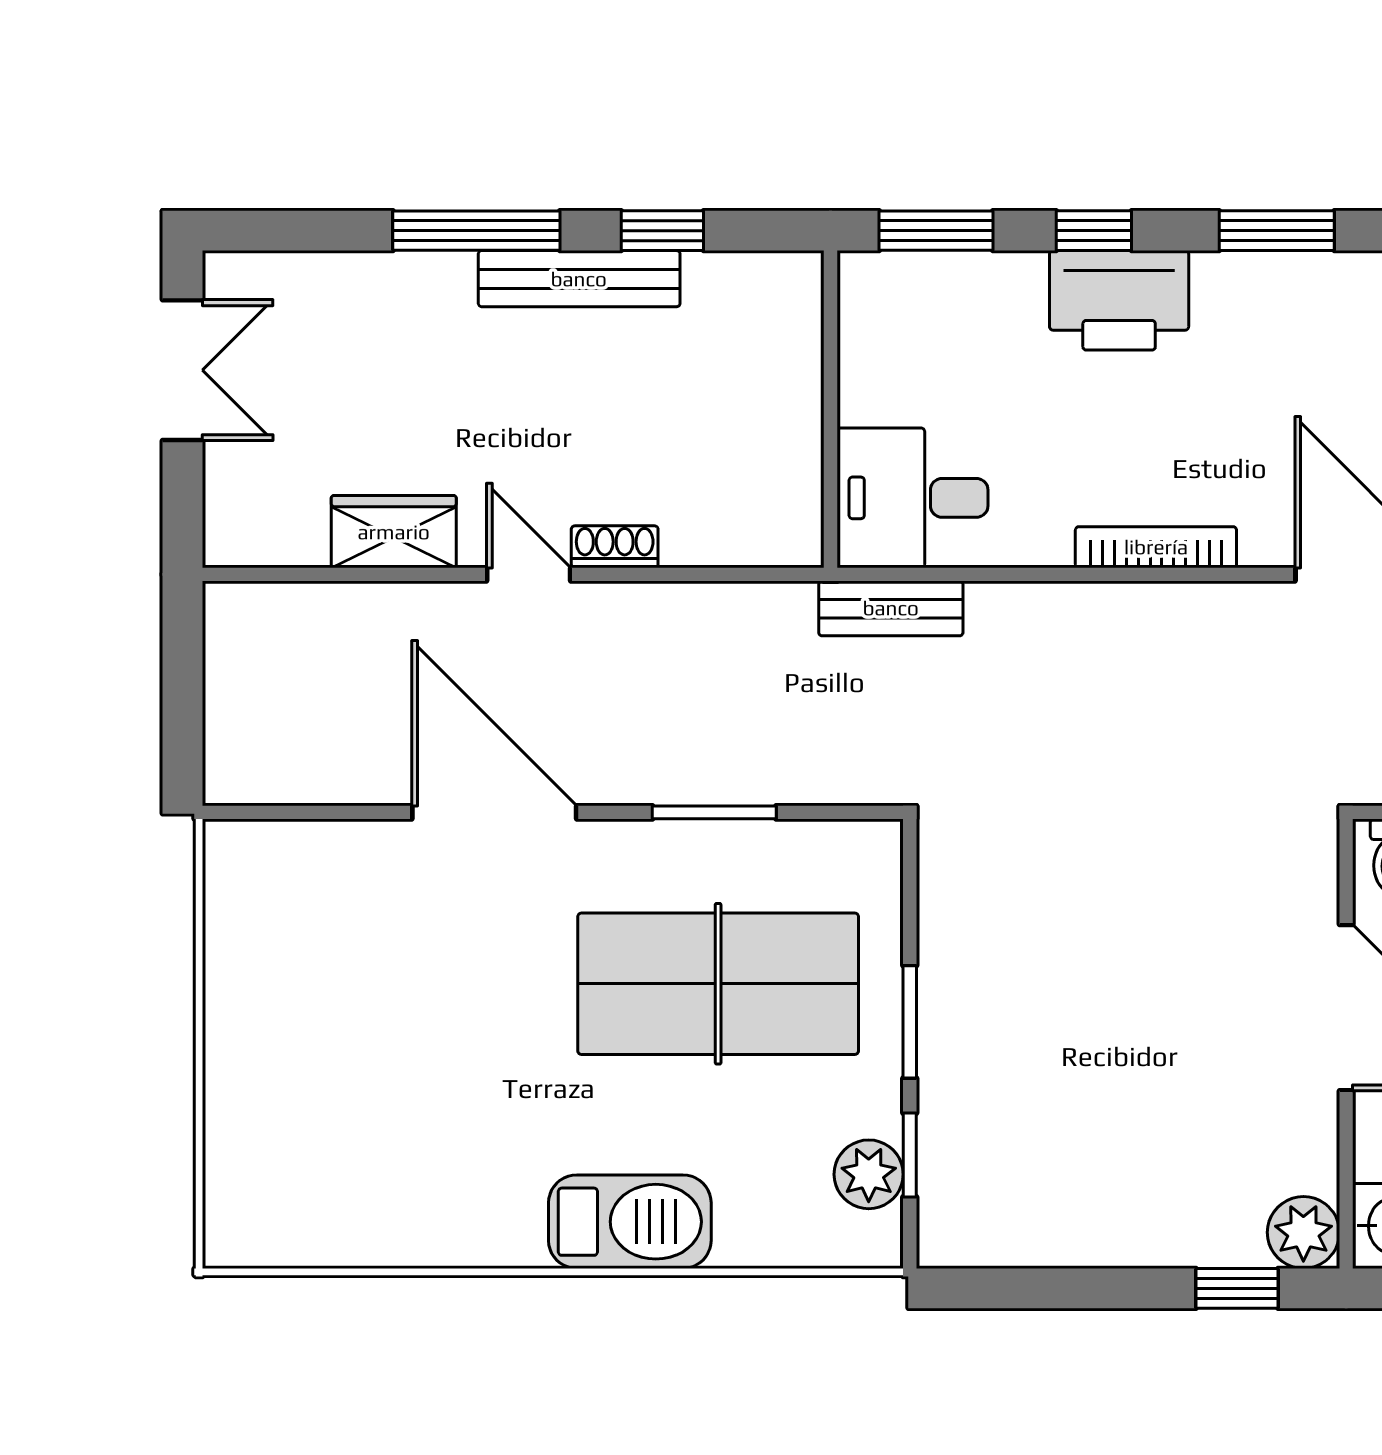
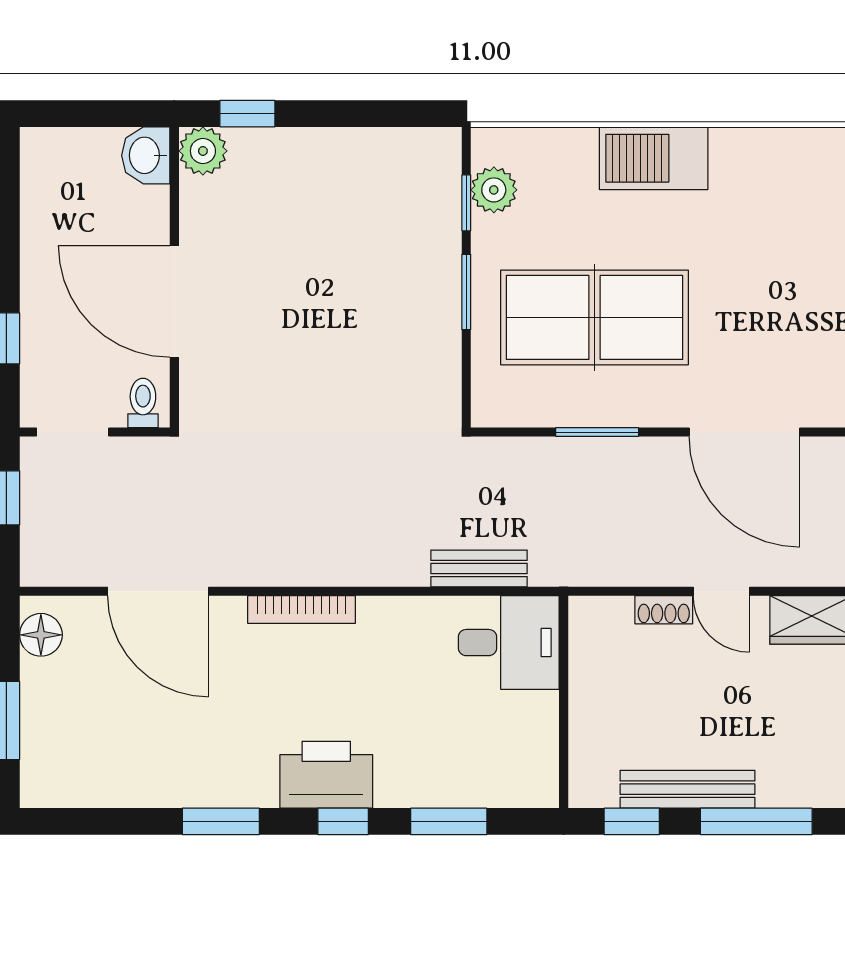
wall: (830, 409) -> (564, 702), moved
desk: (912, 498) -> (509, 643), moved

